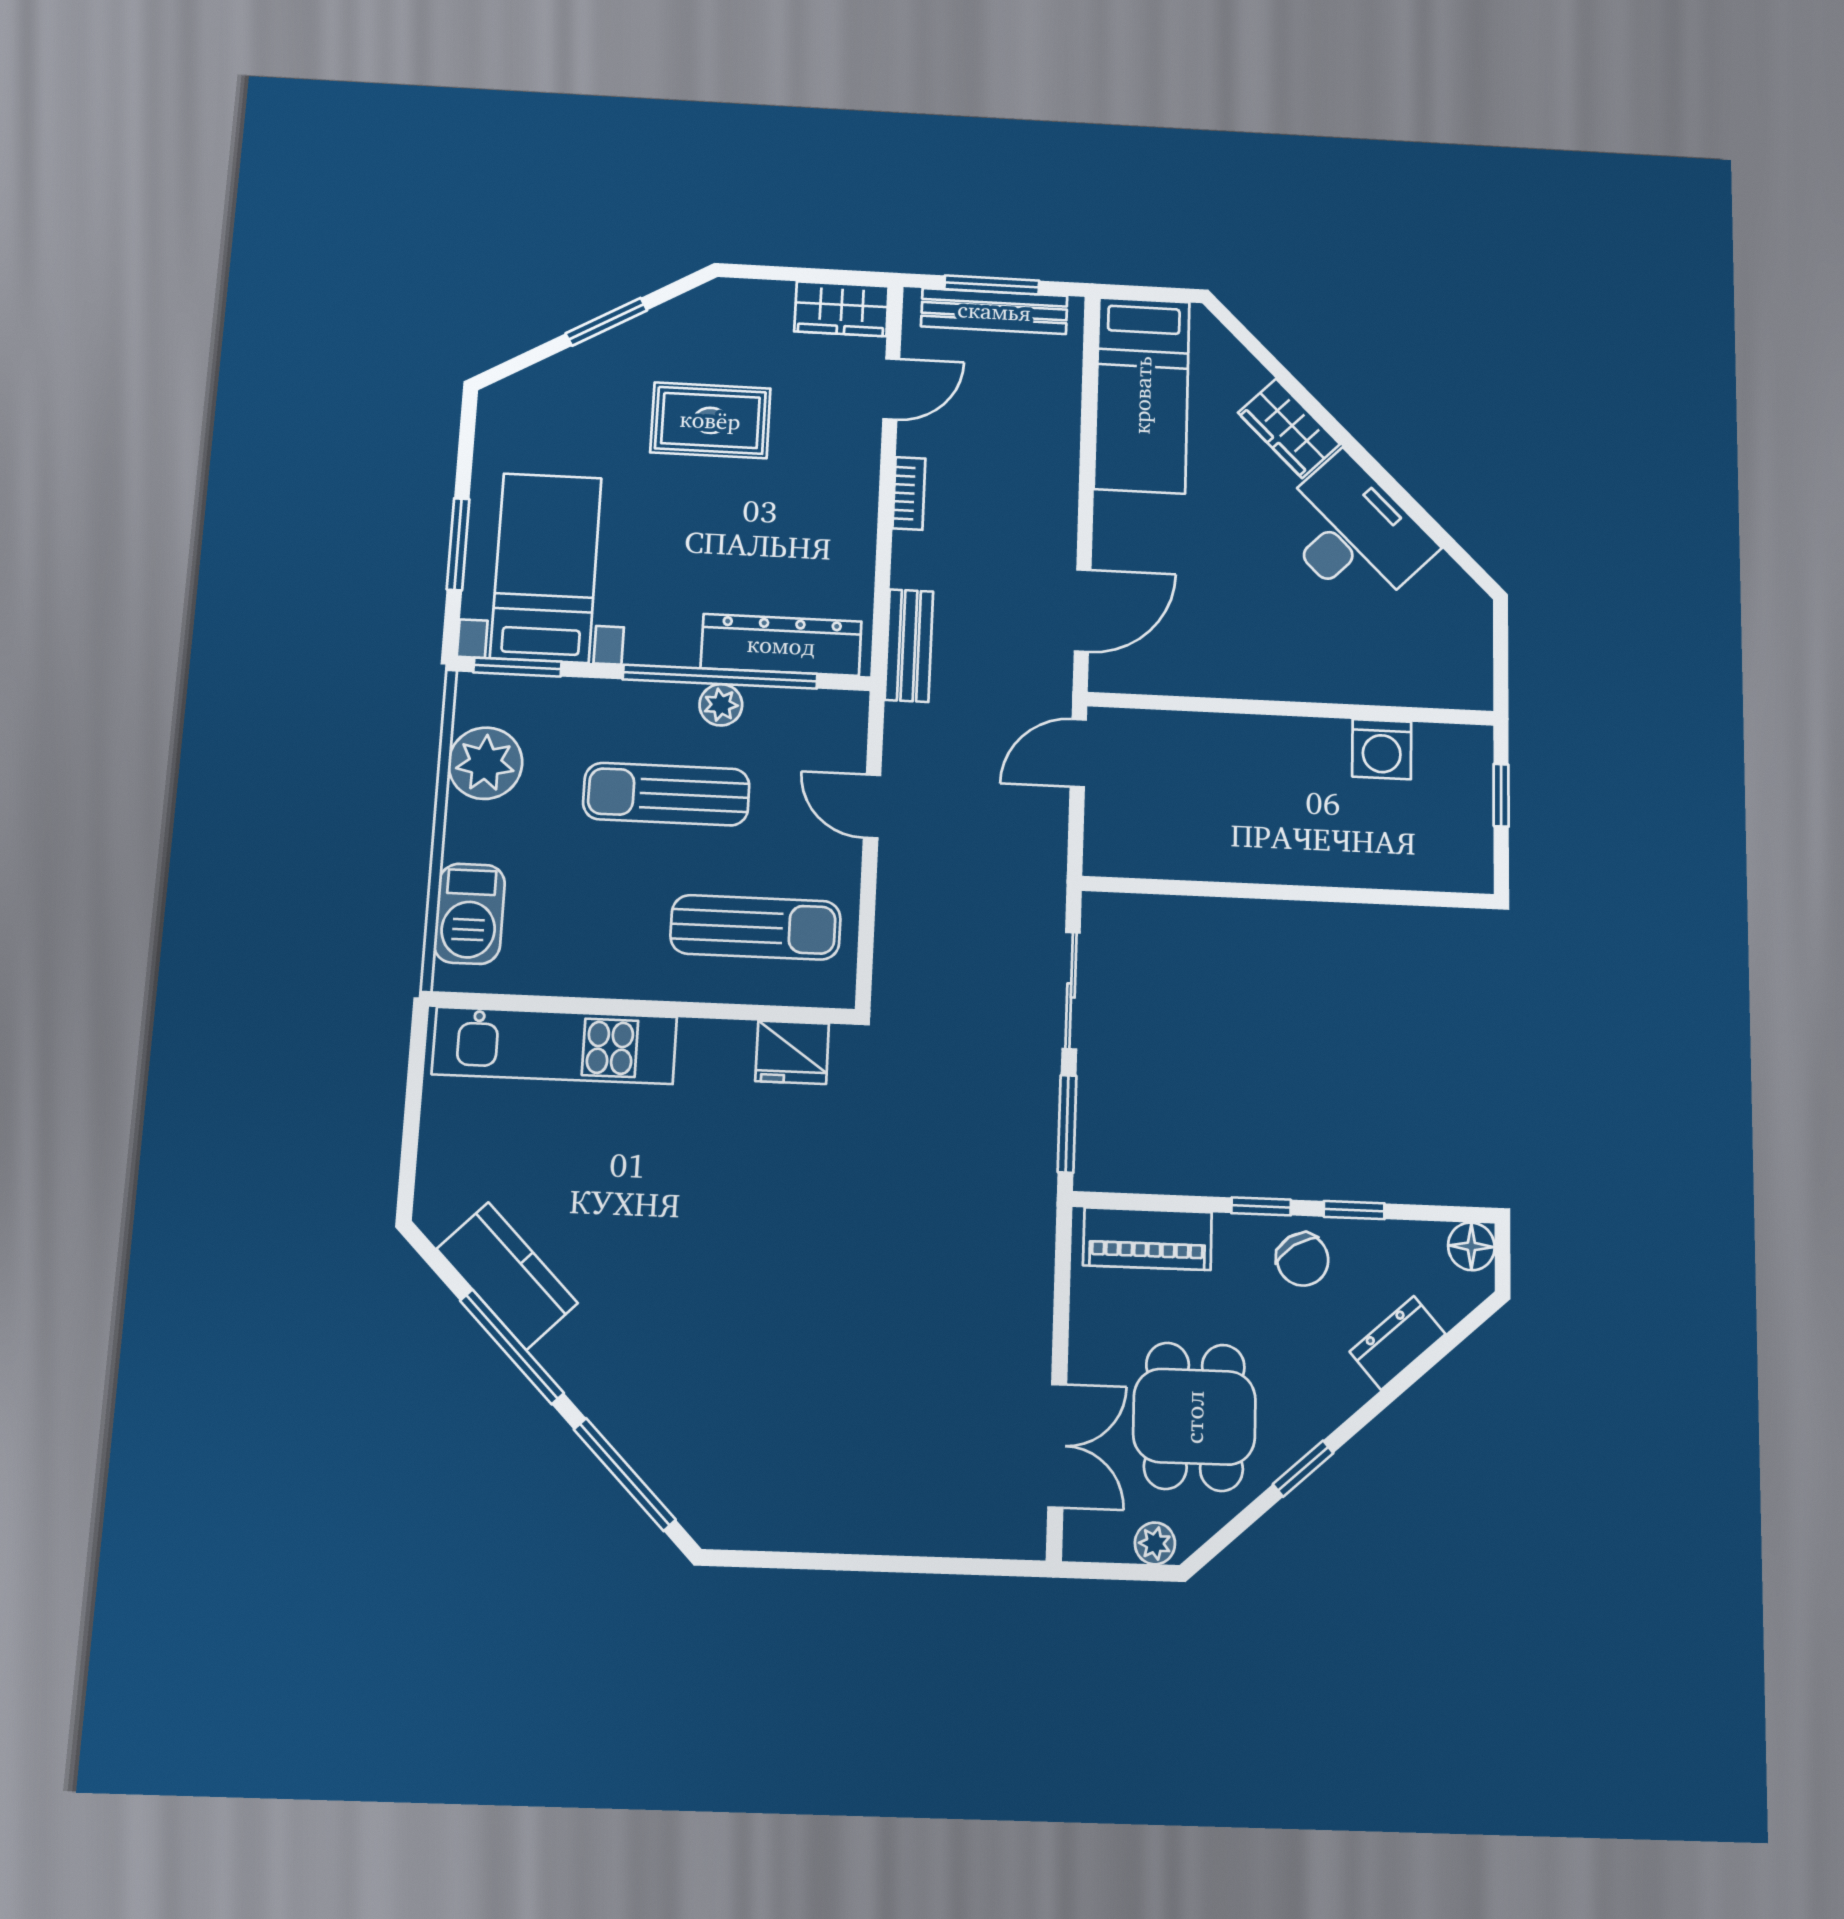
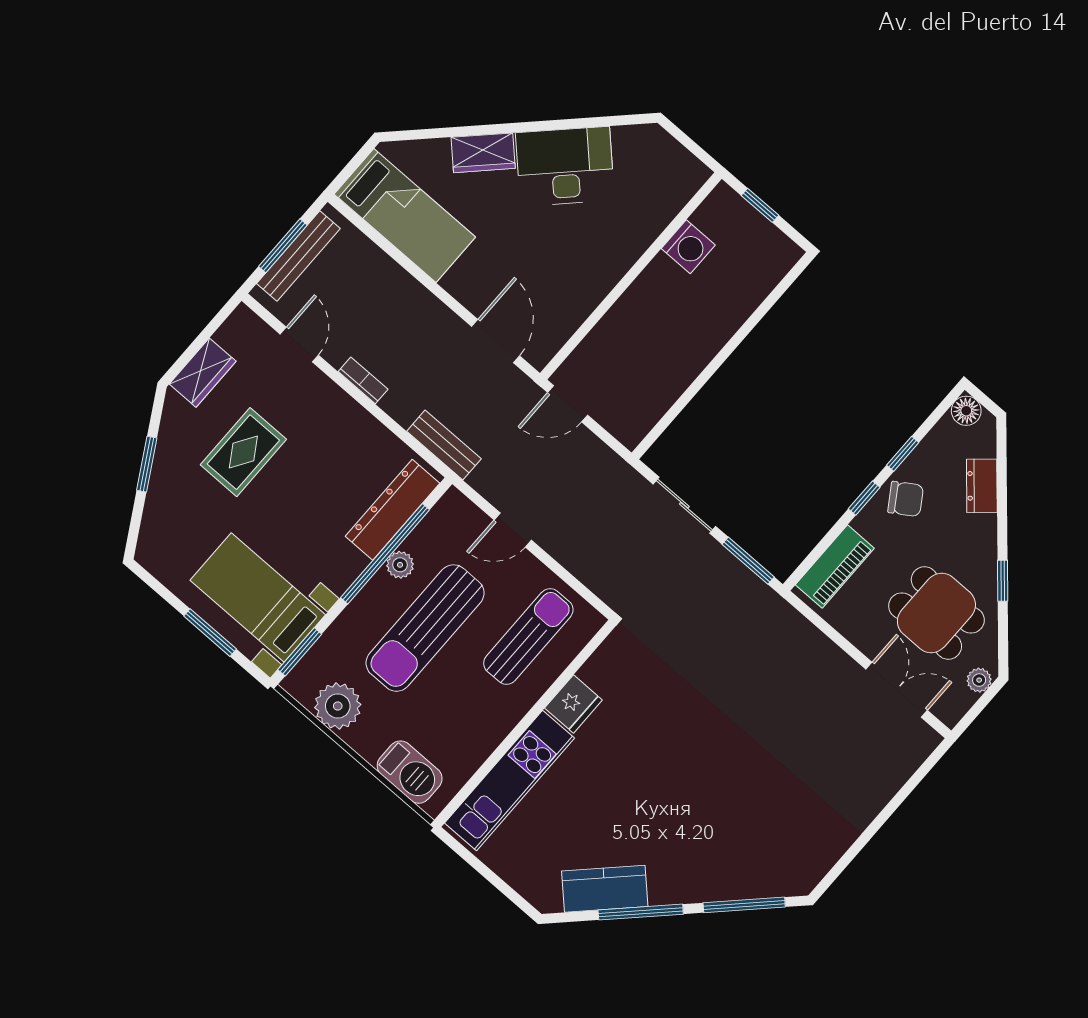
wardrobe: (842, 309) -> (203, 373), moved
door: (1078, 753) -> (568, 404), hinge flipped
sun lounger: (666, 794) -> (425, 628), width x1.36, depth x1.34
fridge: (792, 1052) -> (573, 704), moved

